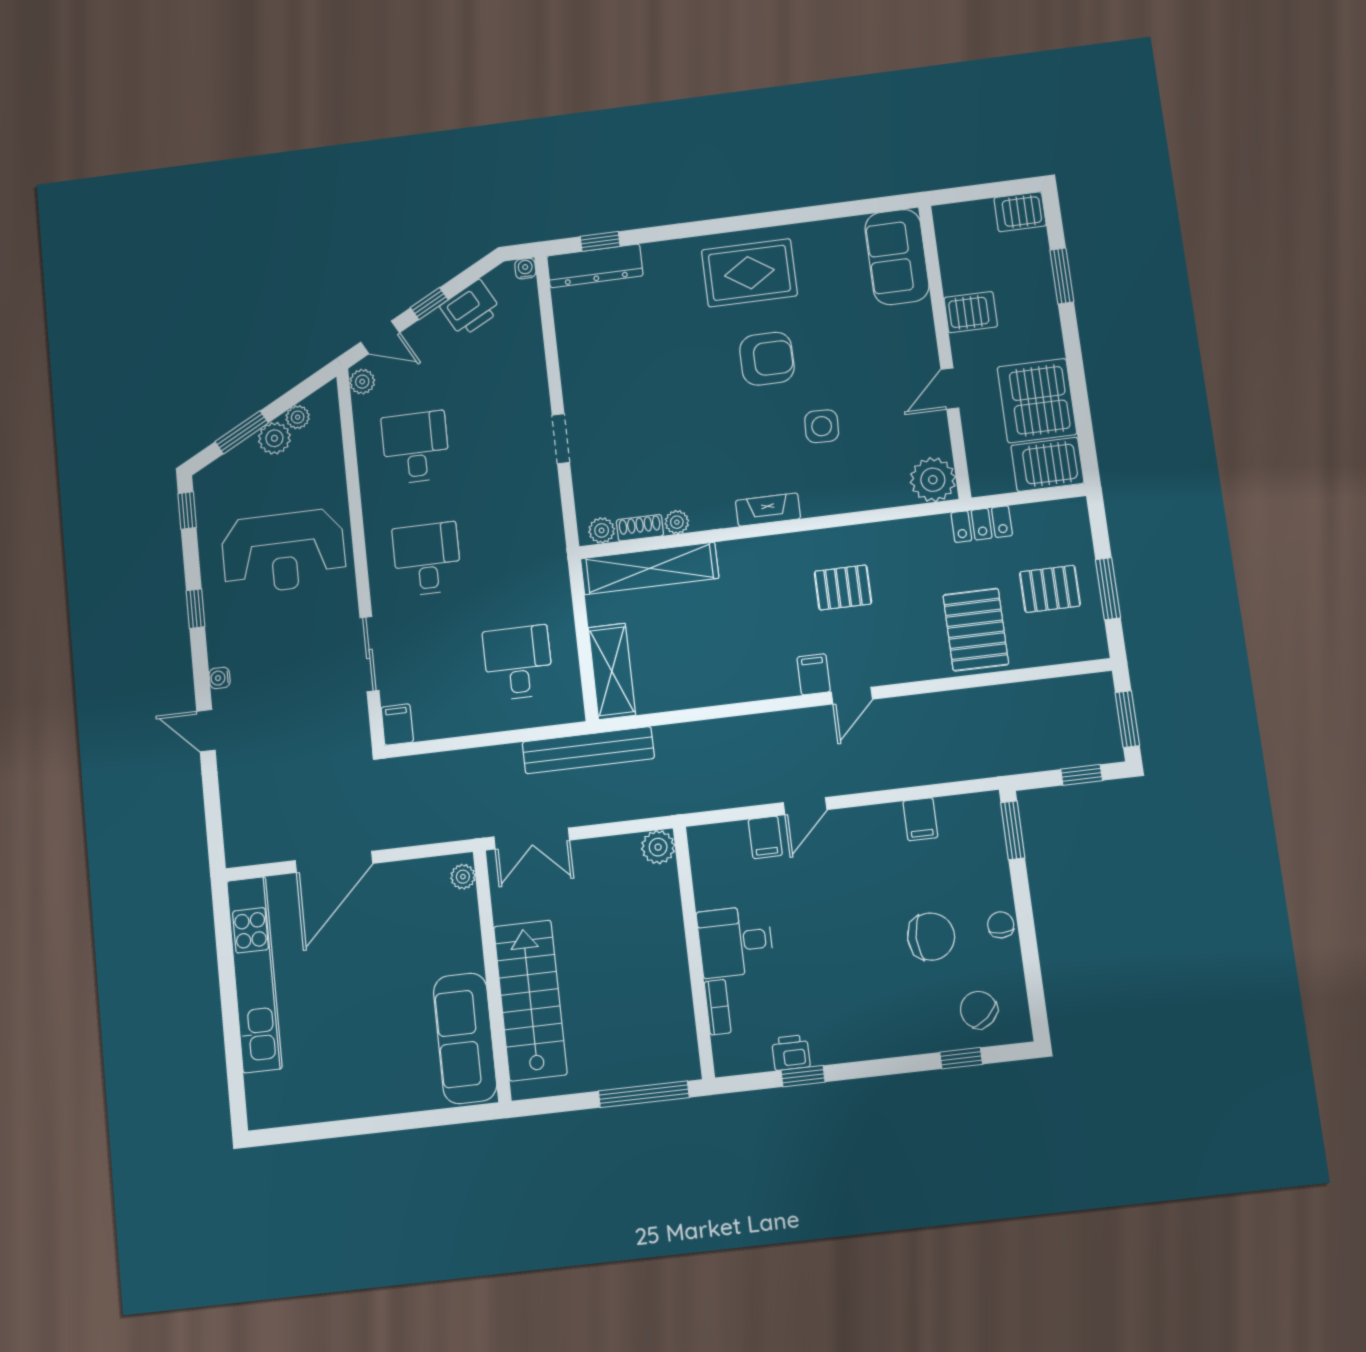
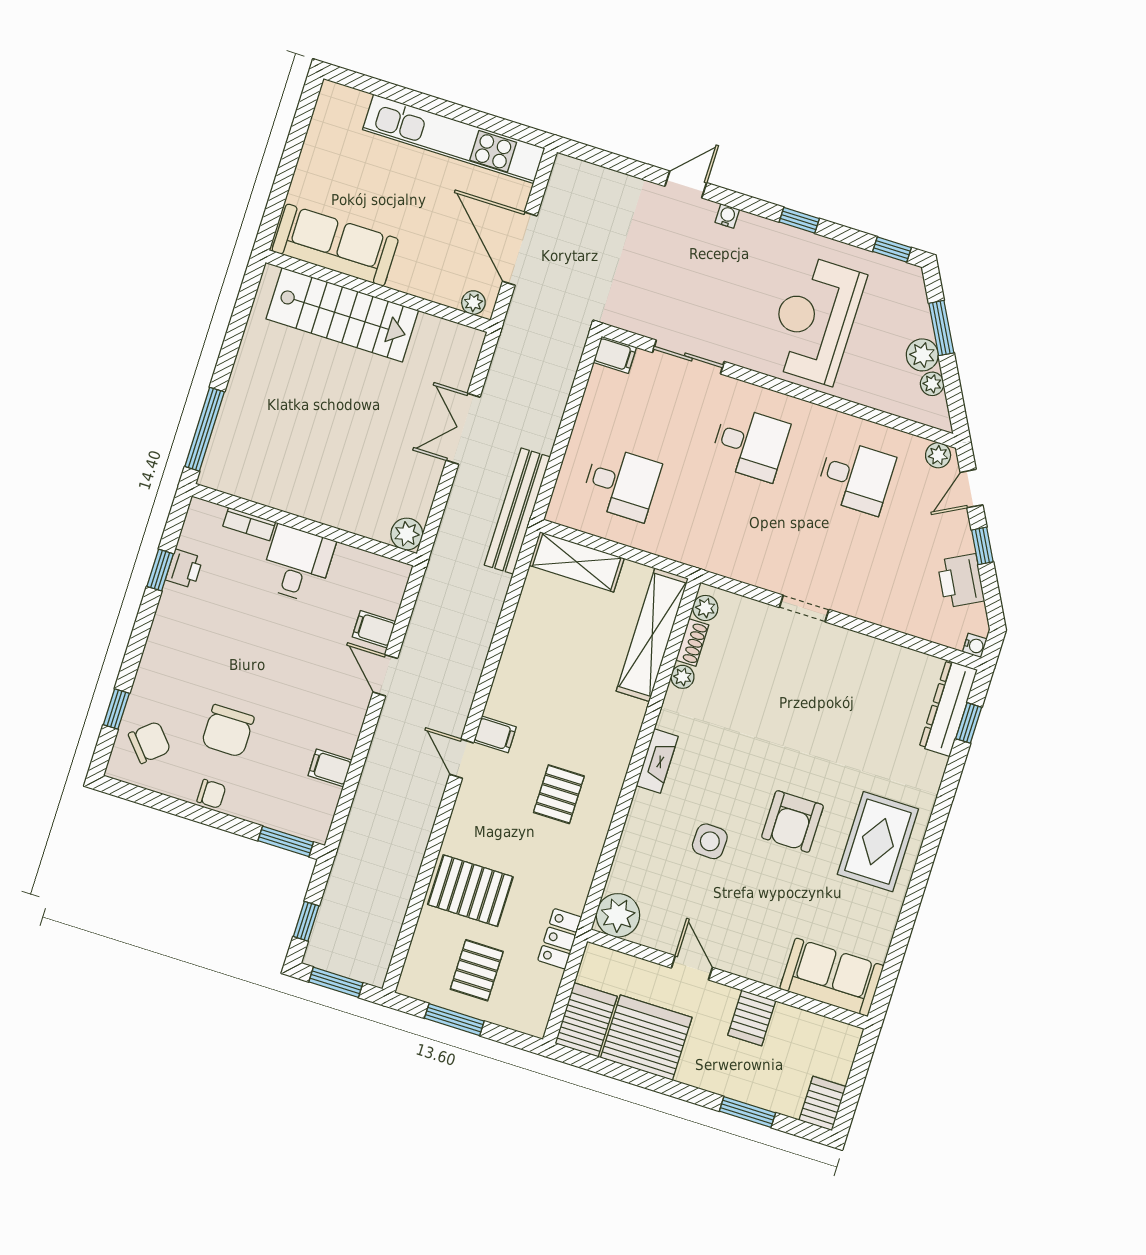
plant: (463, 877) -> (473, 303), moved
wall: (492, 975) -> (378, 291), moved
stairs: (530, 1000) -> (342, 315), moved
sofa: (465, 1038) -> (335, 245), moved

